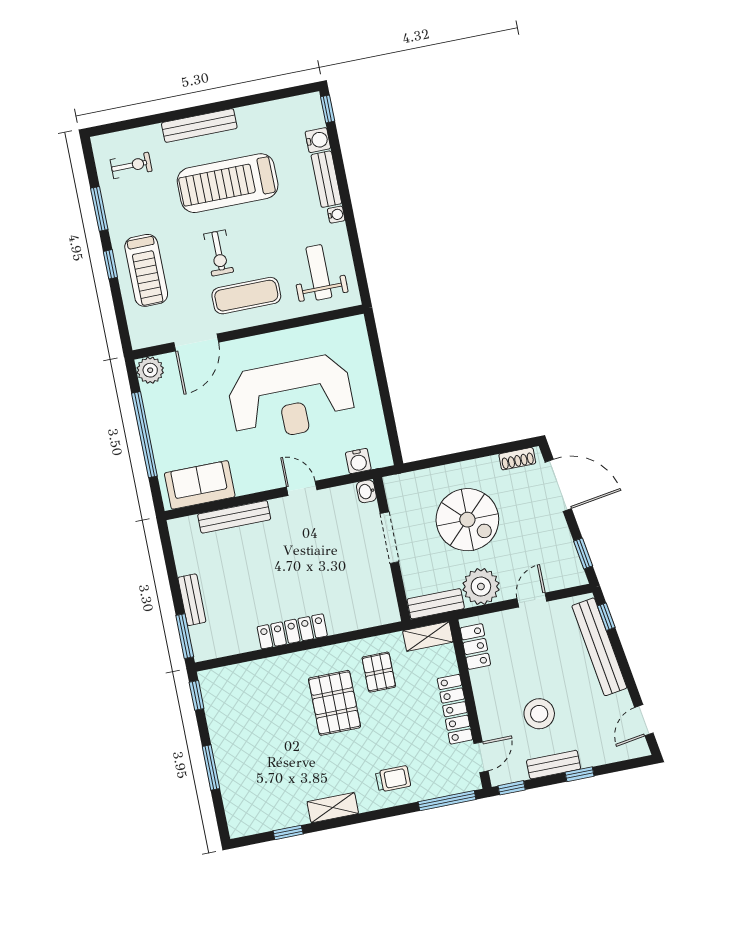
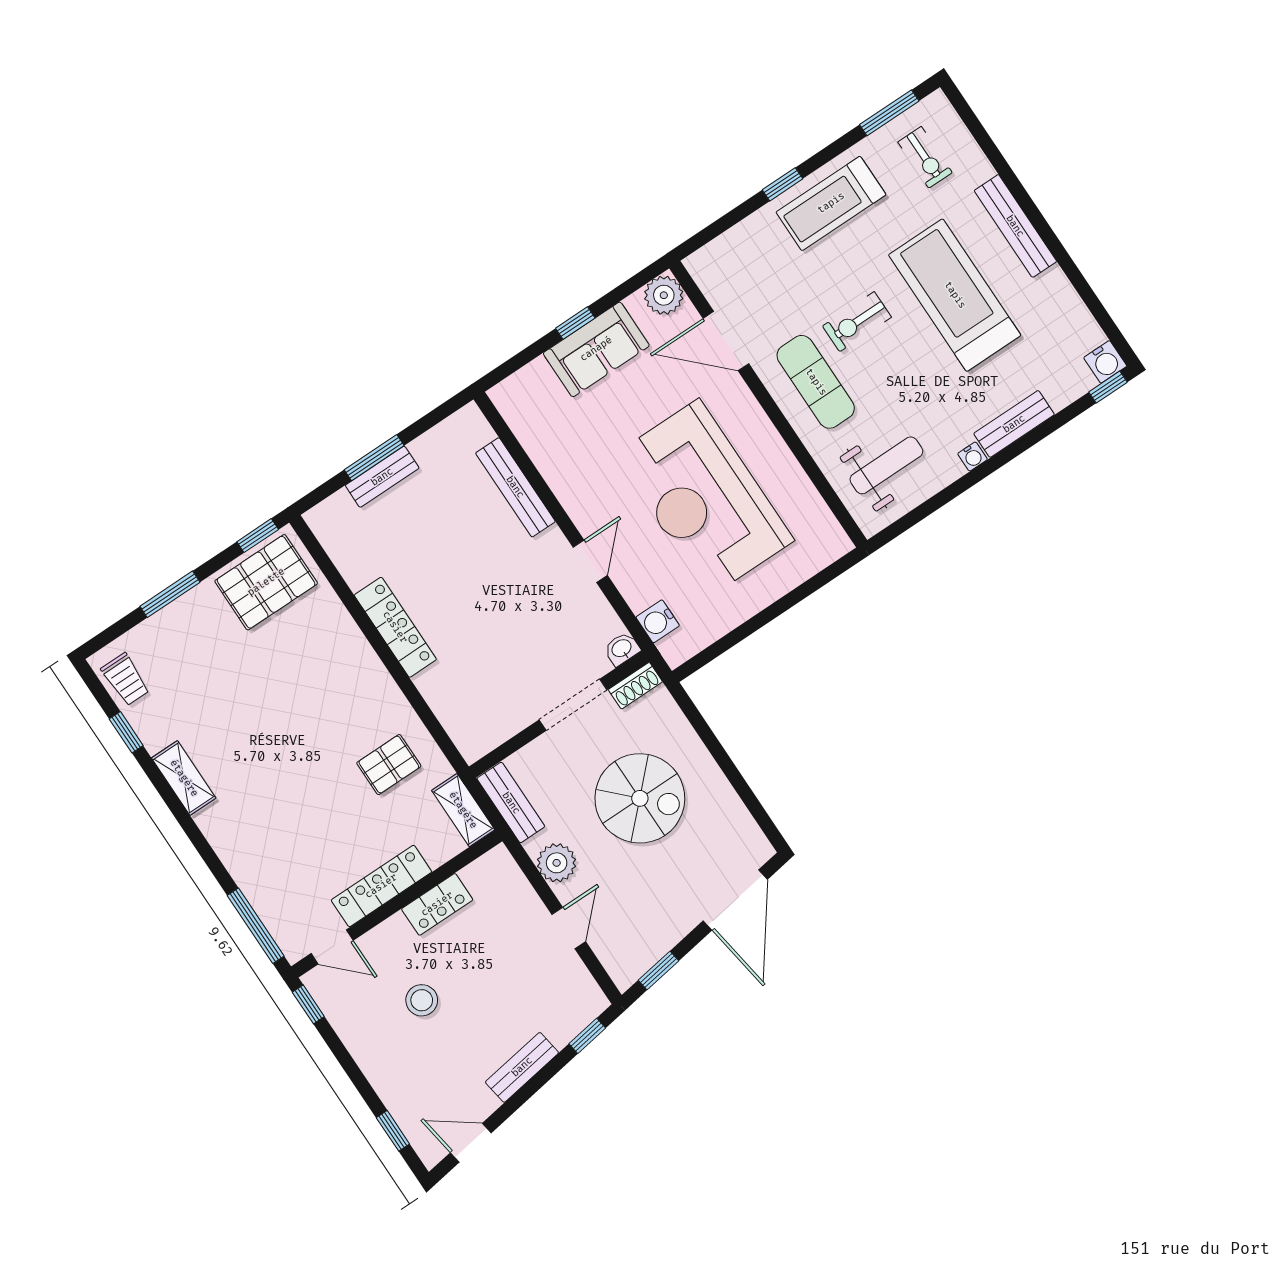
water cooler: (318, 140) -> (1105, 362), moved
window: (99, 209) -> (889, 113), moved
treadmill: (146, 270) -> (831, 203), moved
window: (144, 435) -> (575, 323), width x0.32
shoe rack: (517, 459) -> (635, 686), moved, turned -90
sofa: (200, 485) -> (596, 349), moved, turned 90
spiral stairs: (467, 520) -> (640, 798), turned -90
plant: (481, 587) -> (557, 863), width x0.73, depth x0.73
door: (532, 600) -> (569, 928), hinge flipped
window: (185, 636) -> (374, 458), moved
locker: (475, 647) -> (437, 904), moved
bench: (599, 647) -> (522, 1067), width x0.54, depth x0.82
pallet: (334, 703) -> (266, 582), moved
stool: (539, 714) -> (422, 1000), width x0.73, depth x0.73
bench: (554, 765) -> (362, 1047), removed
window: (580, 774) -> (393, 1131), moved
trolley: (393, 779) -> (125, 679), moved

